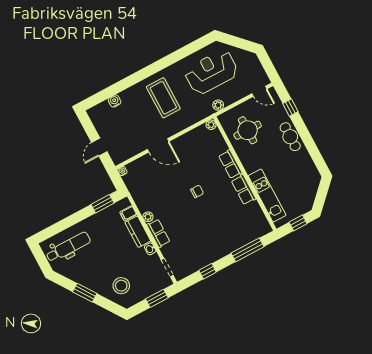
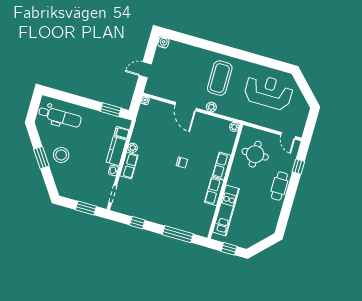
water cooler: (115, 101) -> (163, 43), moved
plant: (218, 105) -> (211, 107), moved
stool: (121, 286) -> (61, 155), moved

